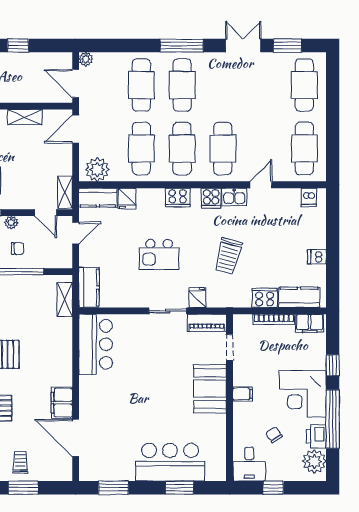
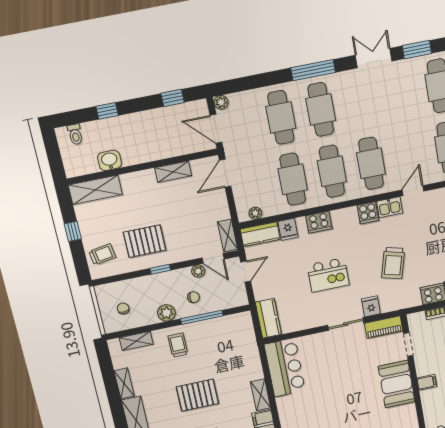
window: (18, 46) -> (173, 98), moved
plant: (97, 170) -> (255, 213), width x0.53, depth x0.53
cooker: (178, 197) -> (319, 222), moved
plant: (11, 222) -> (198, 271), moved
shelving: (65, 299) -> (261, 395), moved

